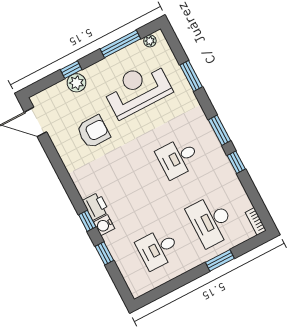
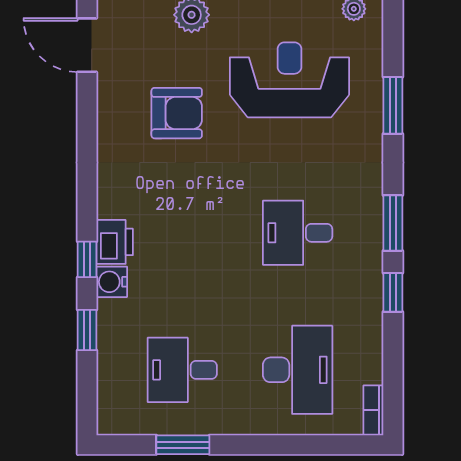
desk: (211, 221) -> (298, 370), turned 180
window: (220, 260) -> (183, 445), moved

